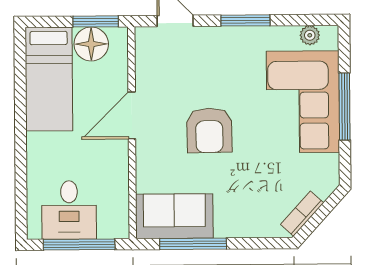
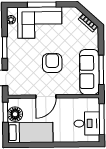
door: (132, 115) -> (46, 96), hinge flipped
armchair: (209, 130) -> (52, 63), turned -89
sofa: (174, 216) -> (89, 72), width x1.36

